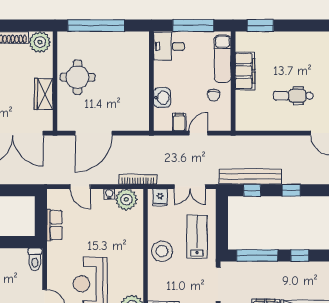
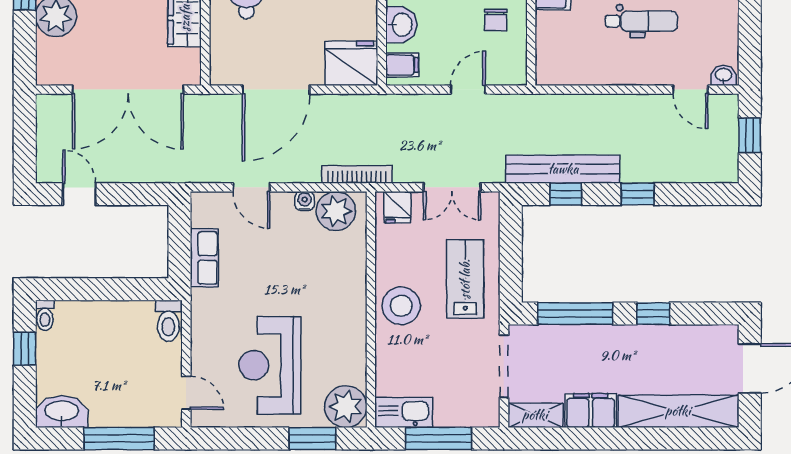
dental chair: (293, 96) -> (641, 21), turned 180
fridge: (135, 119) -> (351, 63), added
filing cabinet: (179, 122) -> (402, 65), moved, turned 90

